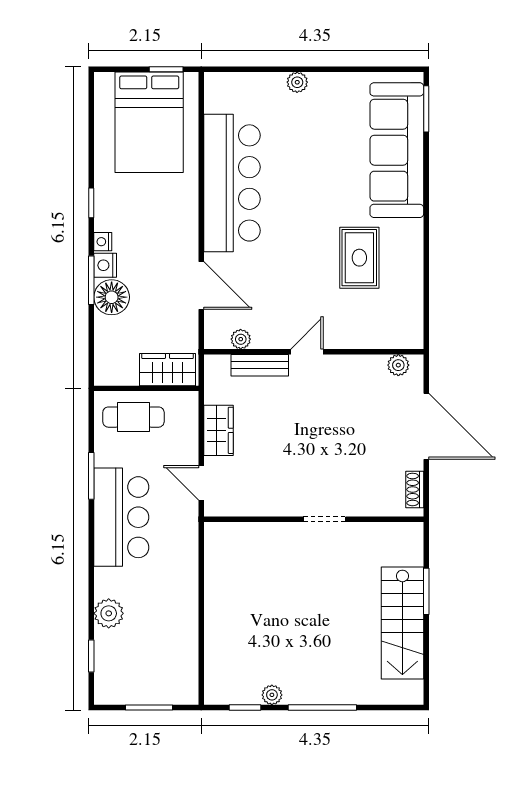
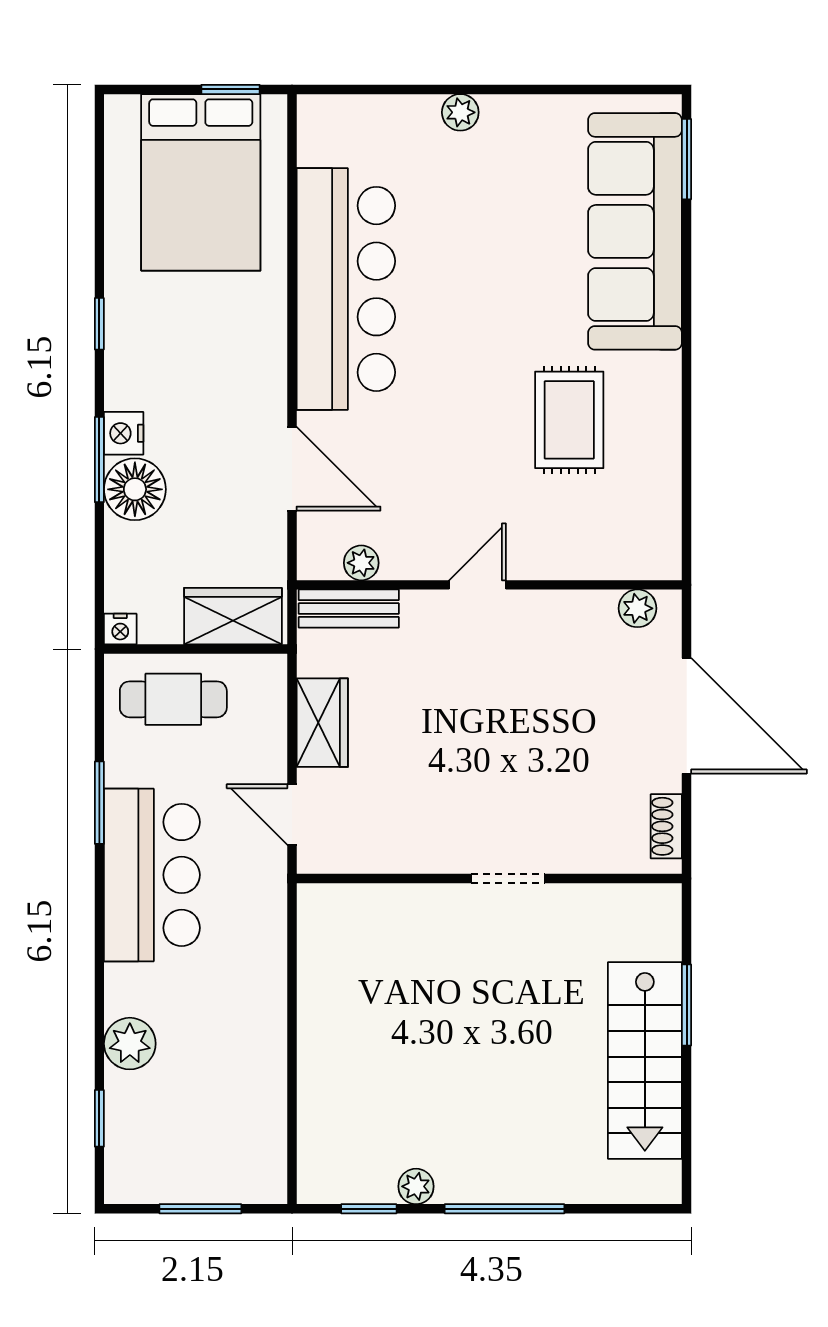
nightstand: (103, 242) -> (120, 629), moved, turned -90
bench: (260, 365) -> (349, 609), moved

